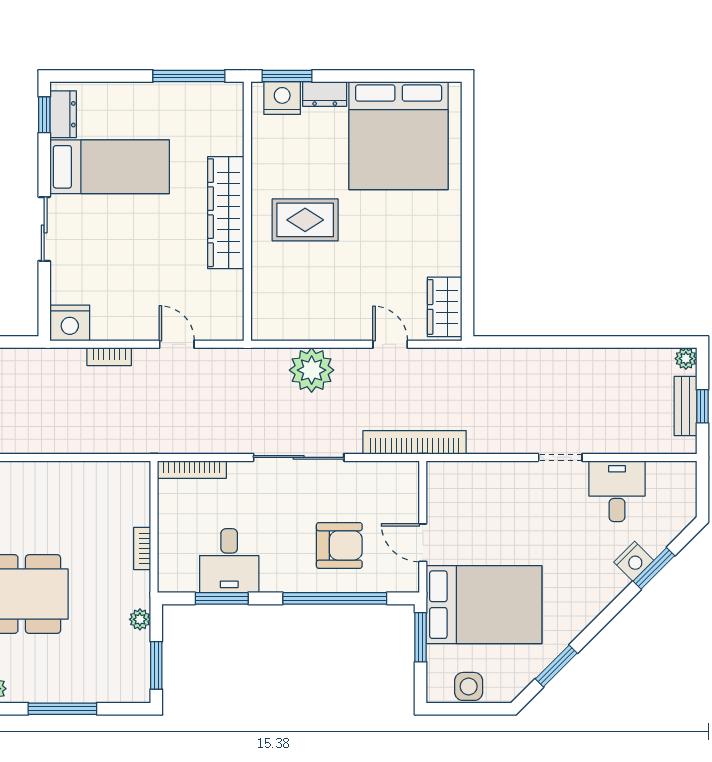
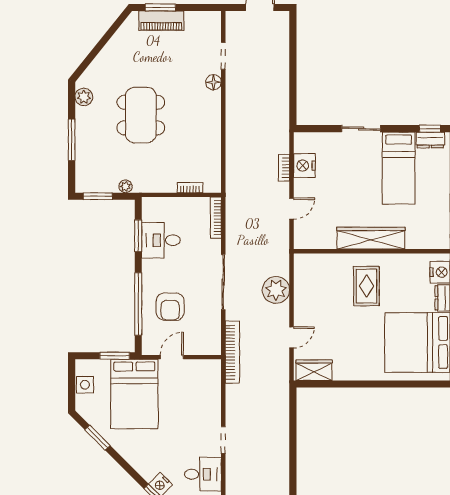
nightstand: (70, 323) -> (304, 166), moved
bookcase: (142, 549) -> (190, 188), moved

